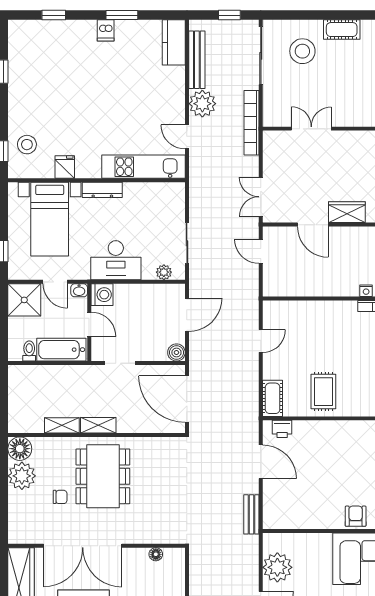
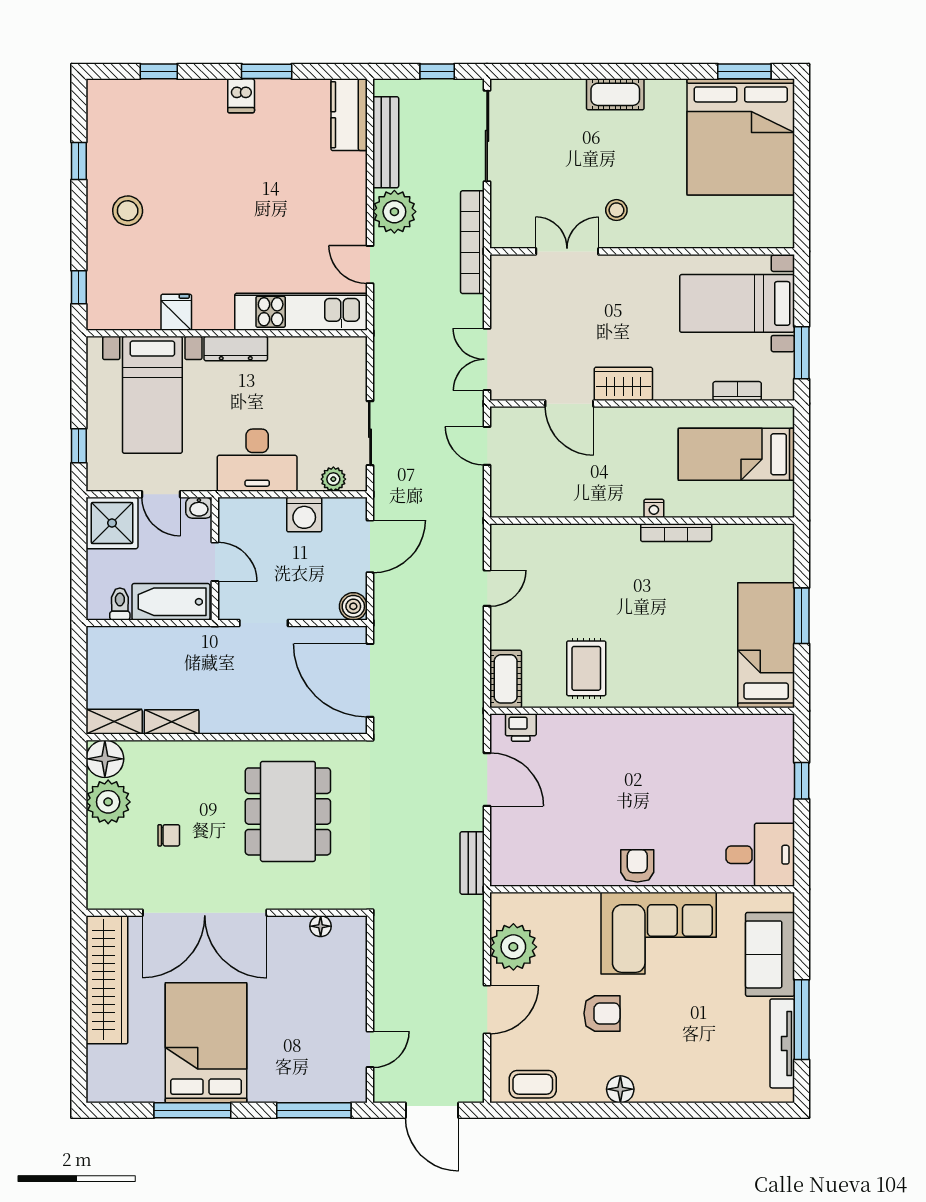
stool: (302, 51) -> (616, 210), moved, width x0.53, depth x0.53
stool: (27, 145) -> (128, 211), moved
washing machine: (102, 295) -> (304, 515), moved, turned 90
shelving: (98, 425) -> (114, 722), moved
dining table: (103, 476) -> (288, 811), moved

